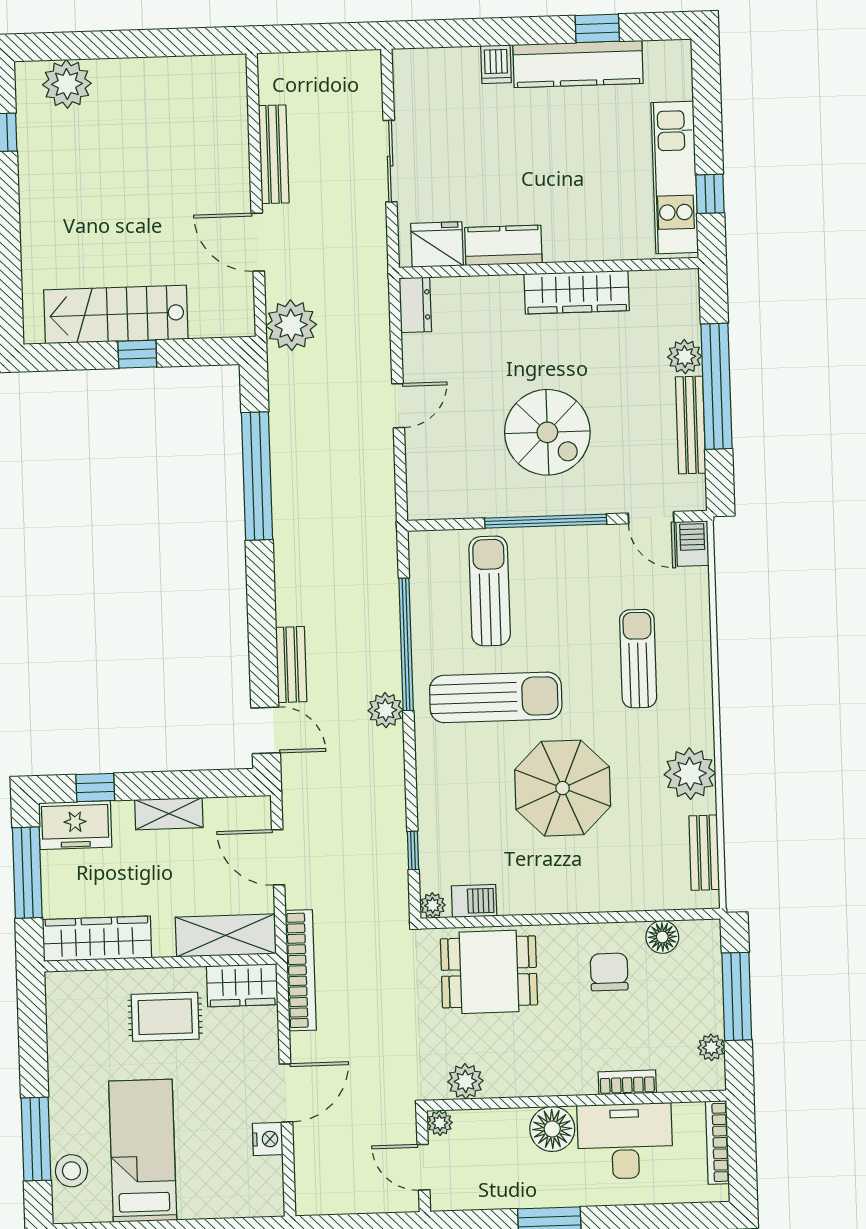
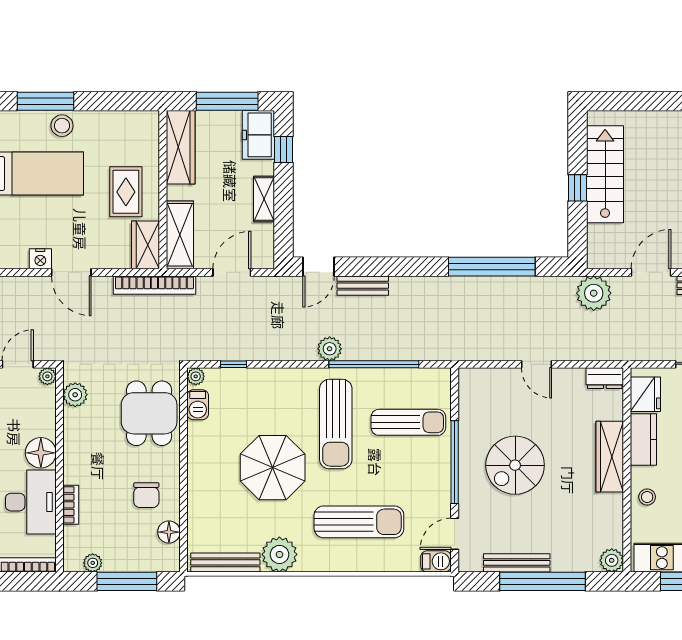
stool: (588, 237) -> (647, 497), added
wardrobe: (577, 292) -> (610, 457), moved
plant: (685, 357) -> (612, 560), moved
sun lounger: (638, 659) -> (359, 522), width x1.36, depth x1.34
bench: (704, 853) -> (225, 562), width x1.36
chair: (609, 972) -> (146, 495), turned 90
stool: (71, 1171) -> (62, 126), moved

